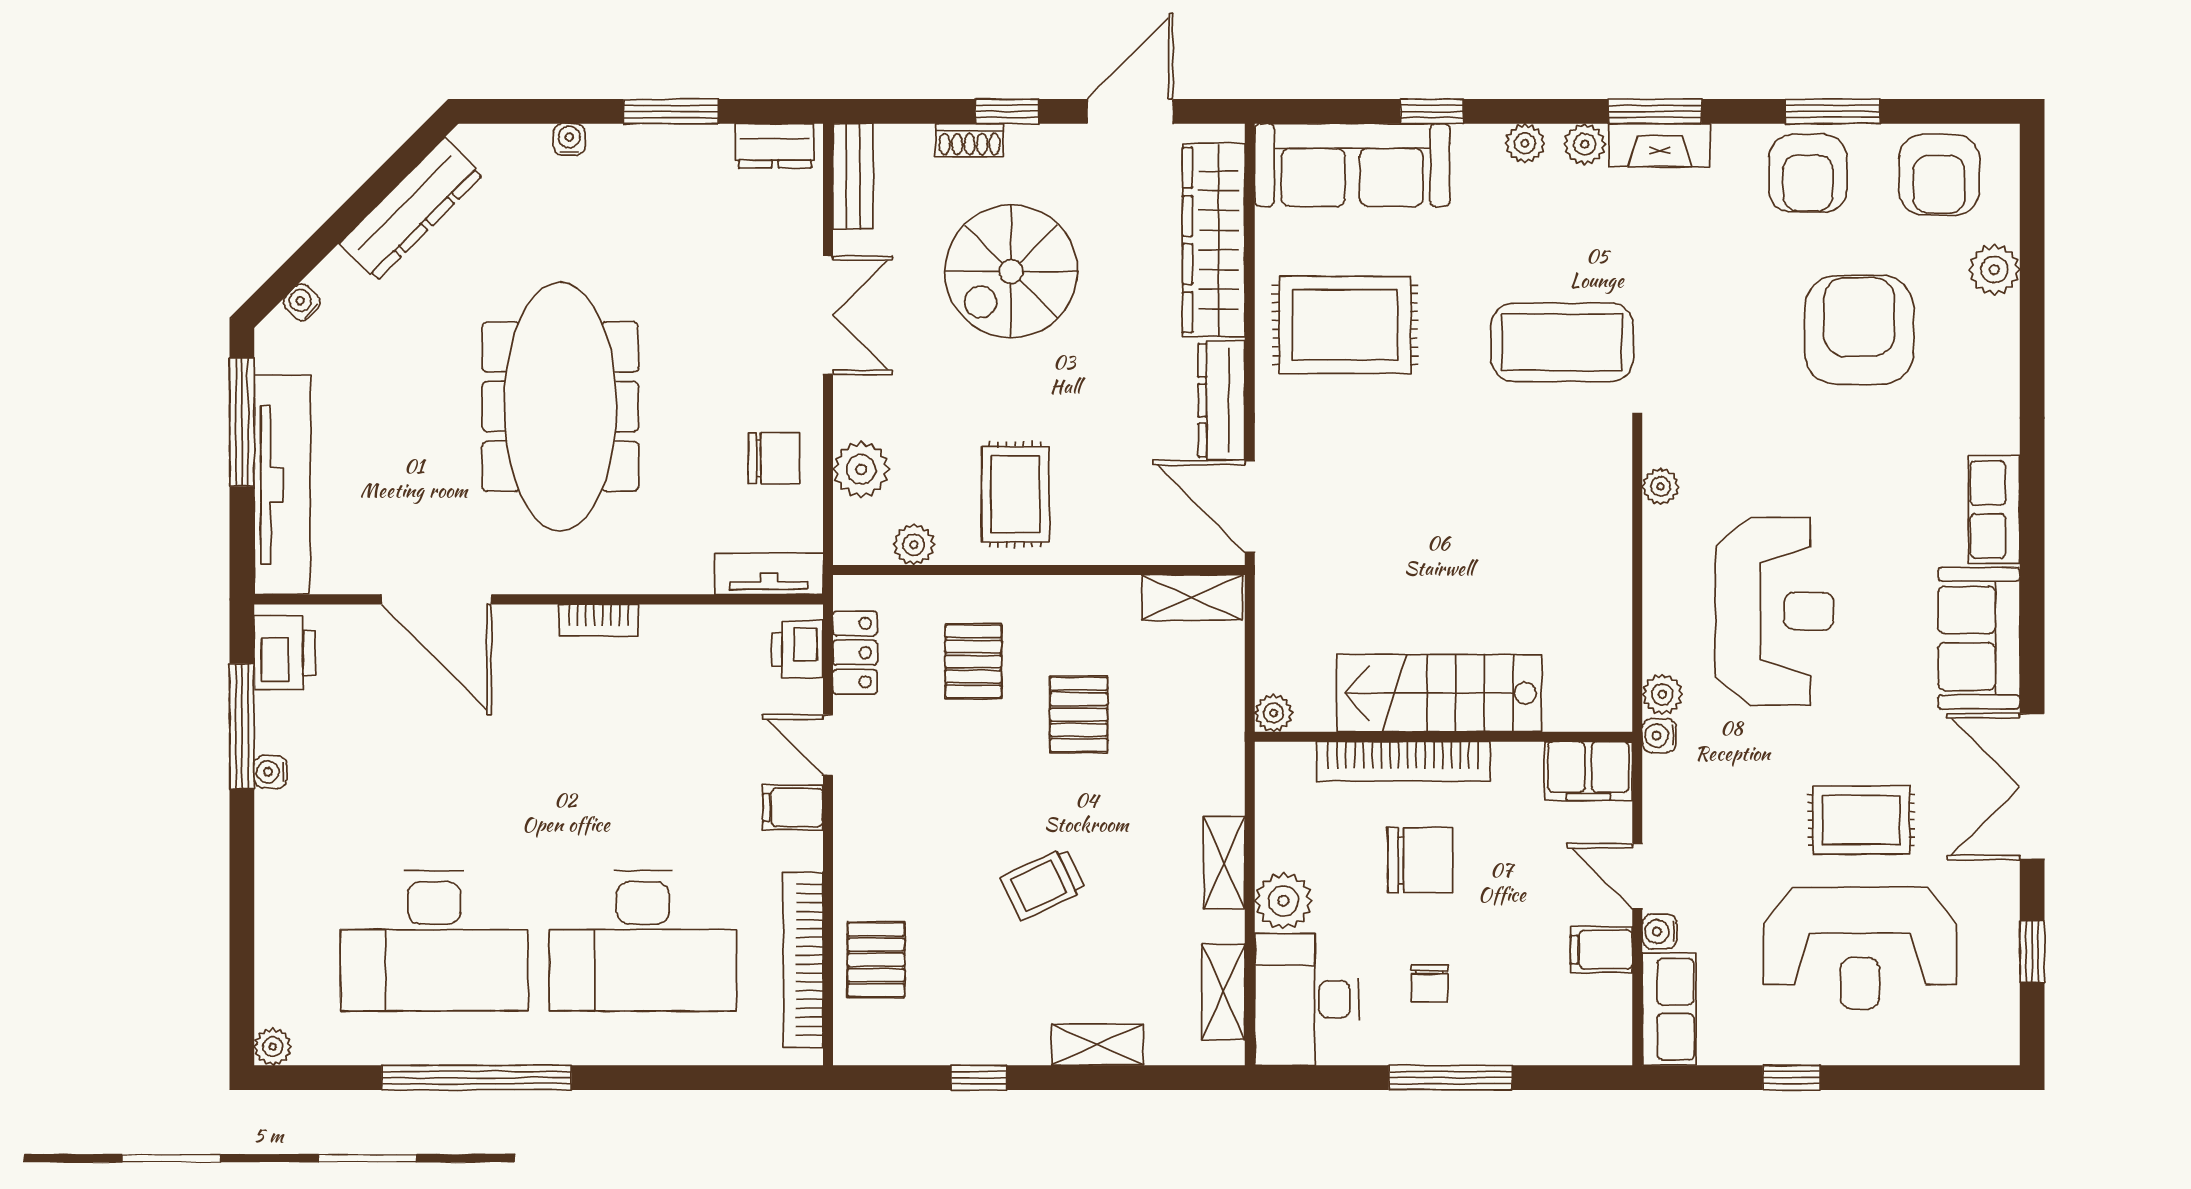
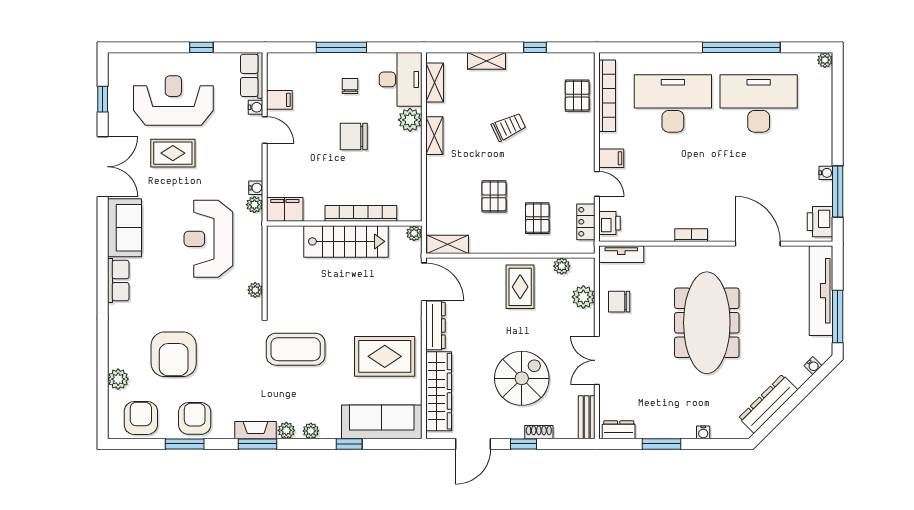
stairs: (1439, 693) -> (346, 241), moved
plant: (1273, 713) -> (414, 233), moved
wall: (1444, 737) -> (344, 224), moved
bookcase: (1403, 761) -> (361, 213), moved
filing cabinet: (1588, 771) -> (285, 209), moved

